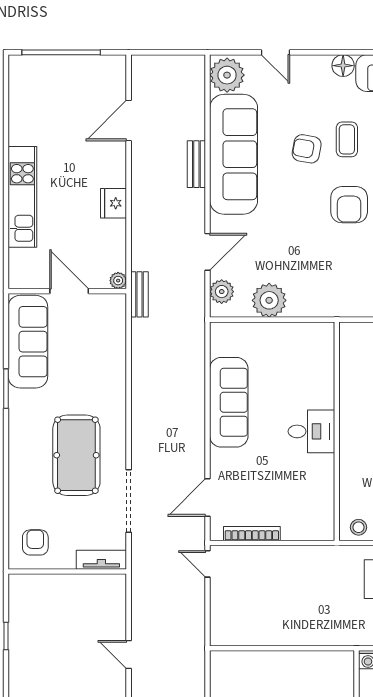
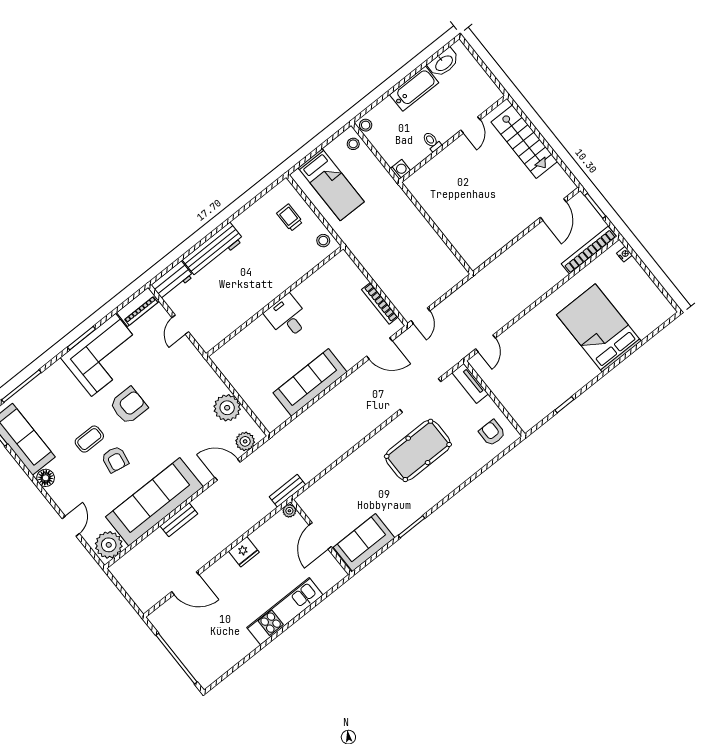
sofa: (28, 342) -> (364, 542), width x0.73
armchair: (35, 542) -> (492, 433), turned 90
door: (129, 655) -> (486, 344), moved

